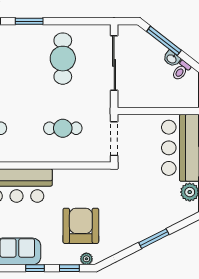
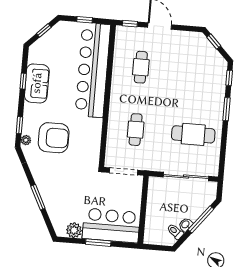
window: (35, 268) -> (23, 81), moved

